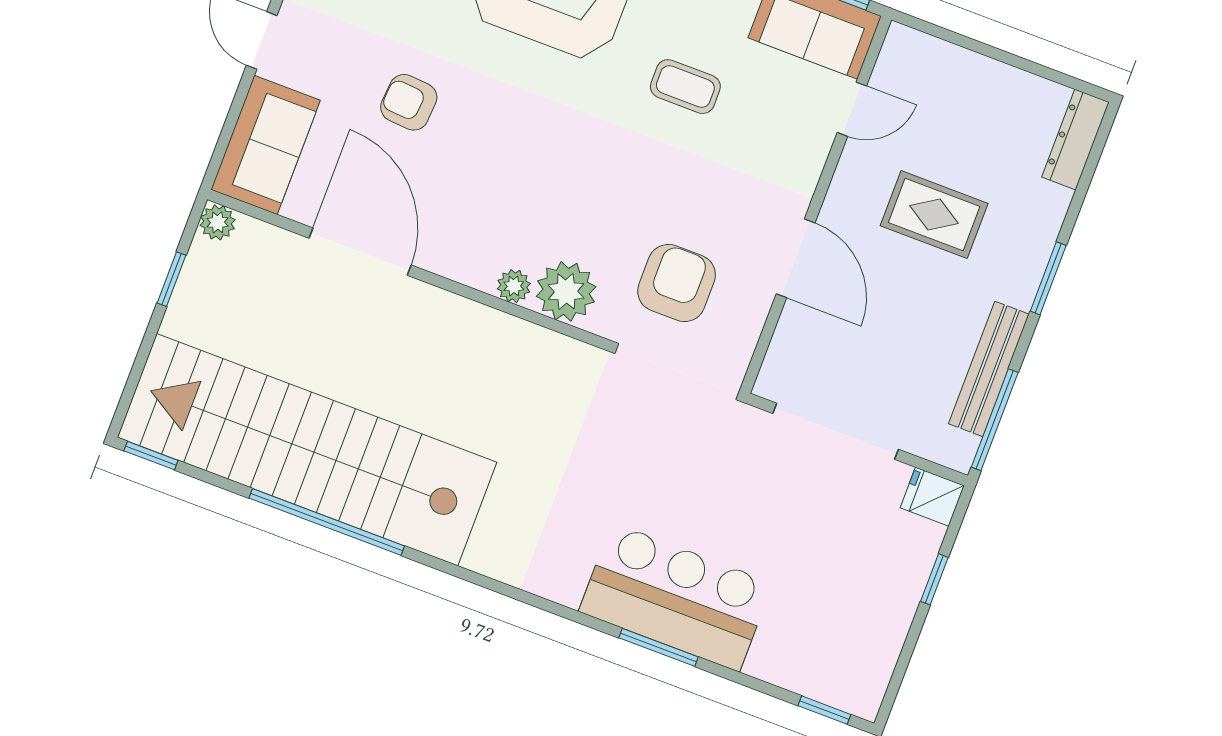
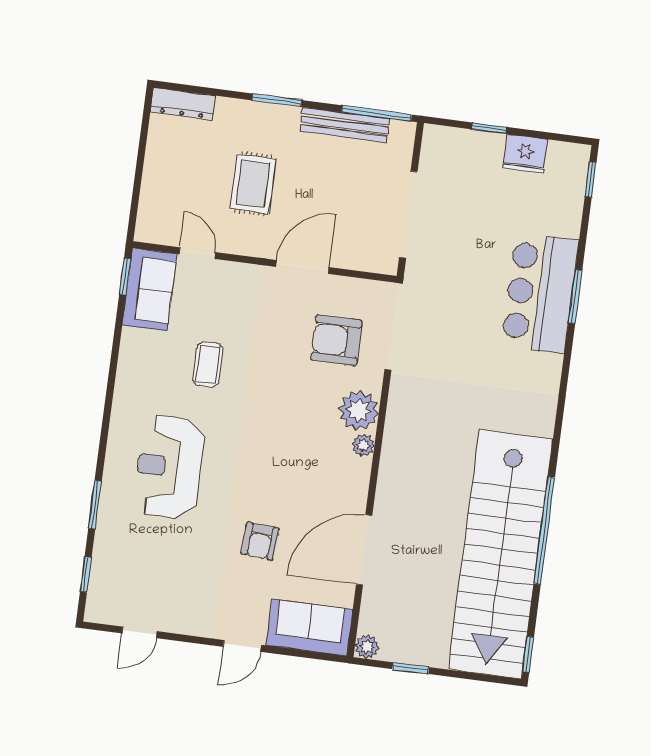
fridge: (932, 497) -> (525, 154), moved, width x1.38

